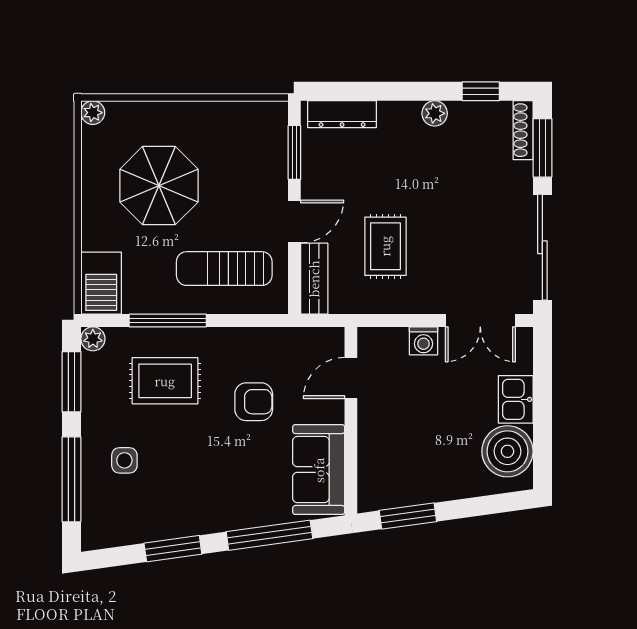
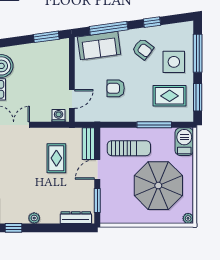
parasol: (159, 186) -> (158, 186), width x1.36, depth x1.36
plant: (93, 339) -> (188, 117), removed
washing machine: (424, 341) -> (59, 116), moved
rug: (165, 381) -> (170, 96), moved
side table: (124, 460) -> (174, 62), width x1.87, depth x1.87
sofa: (319, 470) -> (99, 46), moved, turned 82
armchair: (193, 489) -> (143, 49), added
window: (173, 549) -> (152, 22), width x0.67

